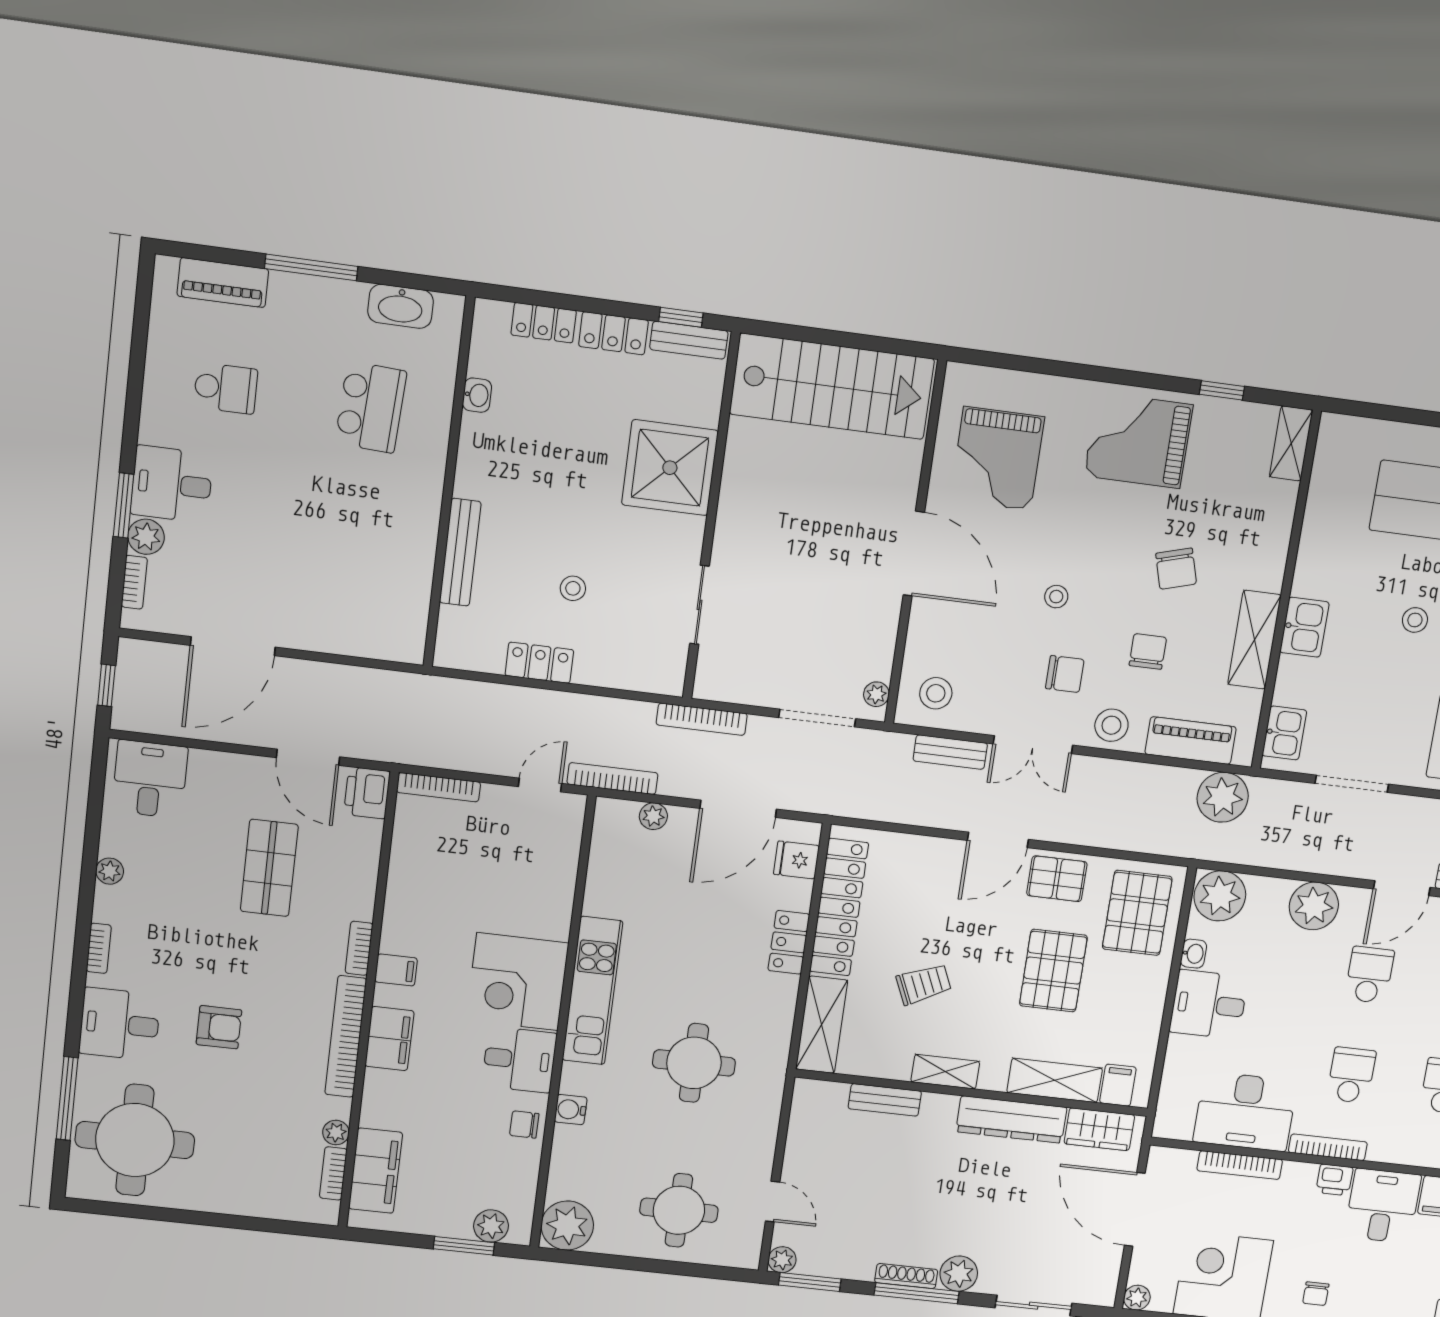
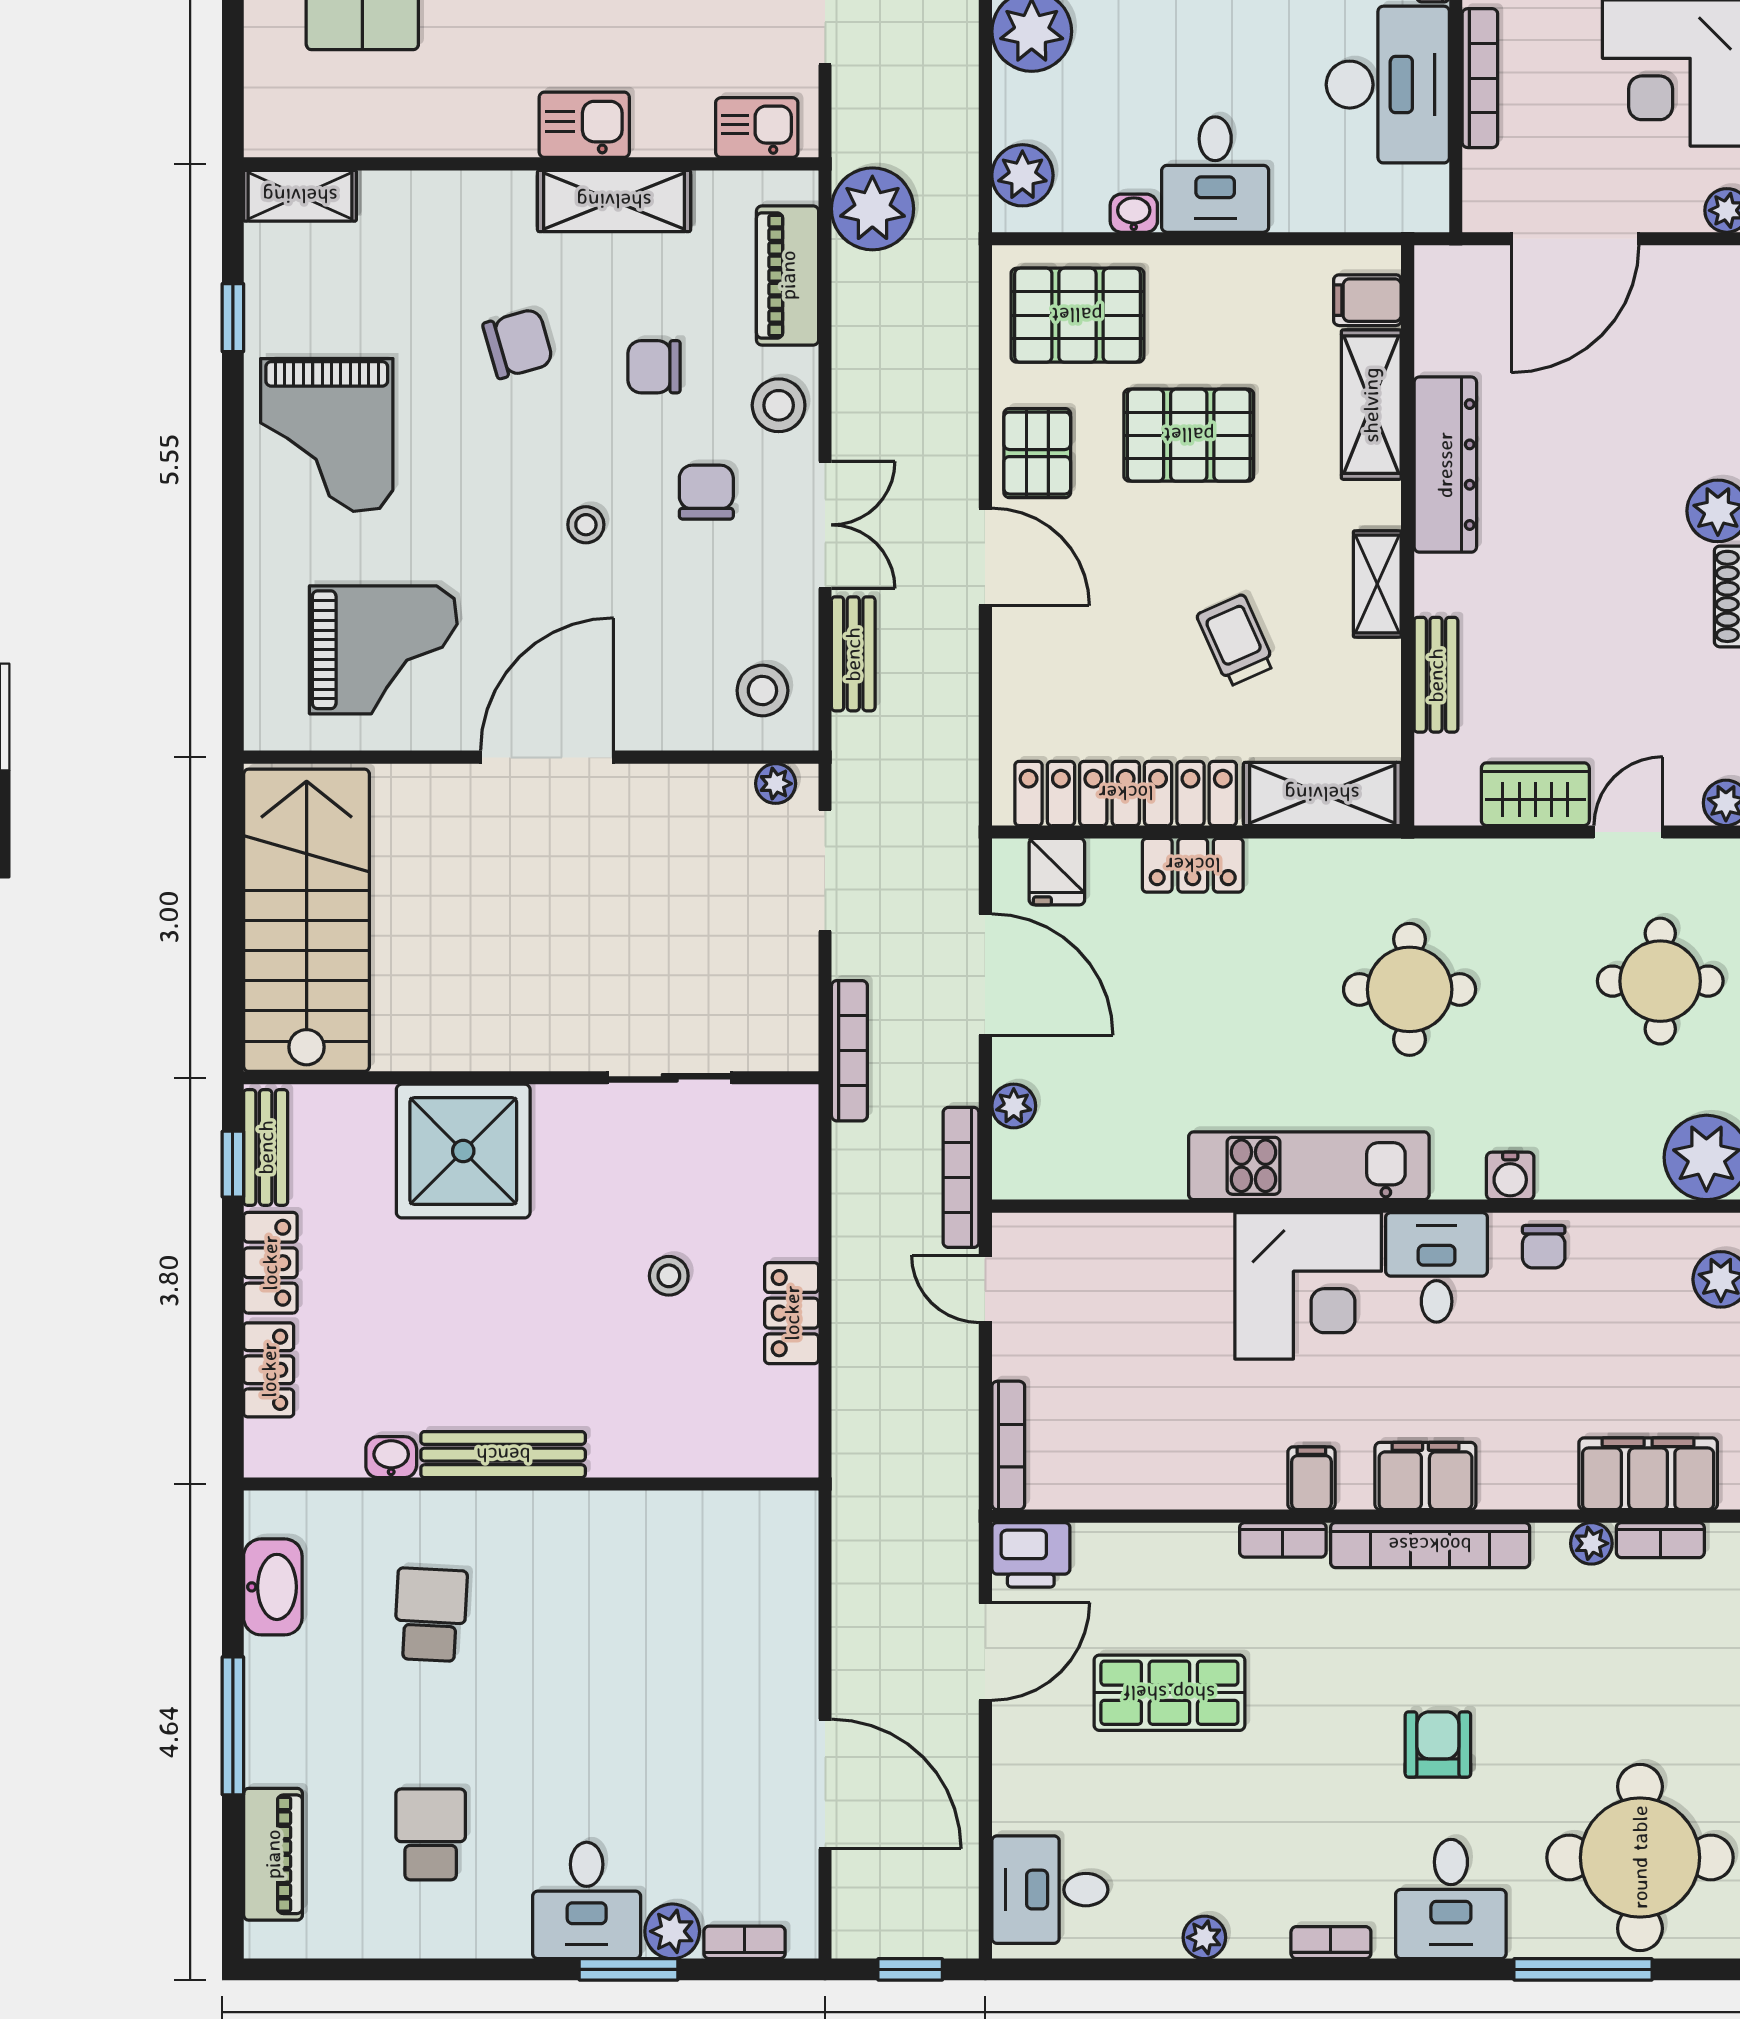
school desk: (371, 407) -> (431, 1615), width x0.54
bench: (460, 552) -> (503, 1455), moved
plant: (1220, 896) -> (1022, 175), width x0.73, depth x0.73
wardrobe: (1099, 1129) -> (1535, 794), moved, turned -90

